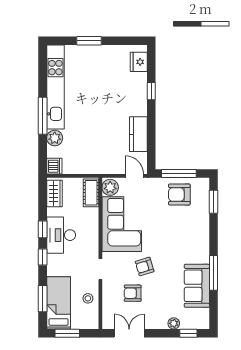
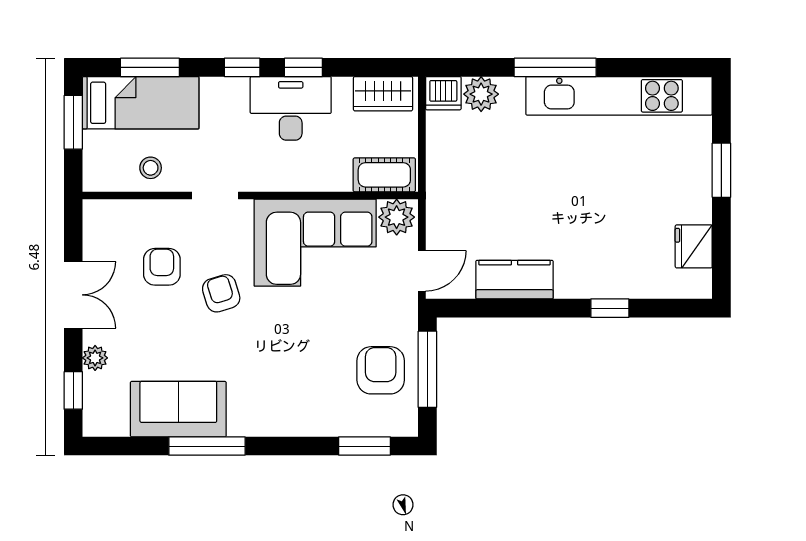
fridge: (139, 62) -> (694, 246), moved, turned -90
plant: (55, 138) -> (481, 94), moved
double door: (129, 333) -> (73, 295), moved

